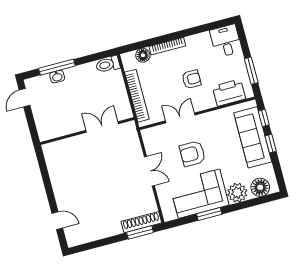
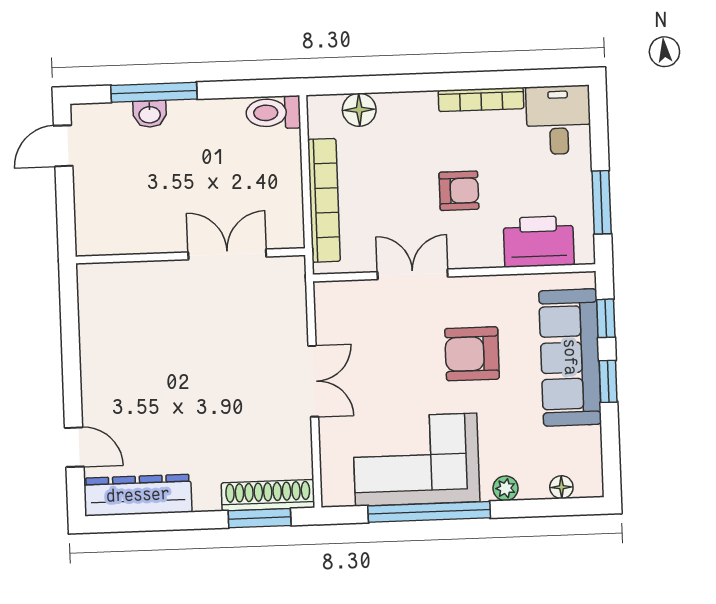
bookcase: (167, 46) -> (481, 99), moved
armchair: (192, 154) -> (472, 354), moved
floor lamp: (260, 187) -> (561, 487), width x0.53, depth x0.53
plant: (237, 193) -> (506, 488), width x0.53, depth x0.53
window: (209, 214) -> (429, 512), width x2.11
dresser: (88, 234) -> (138, 495), added

